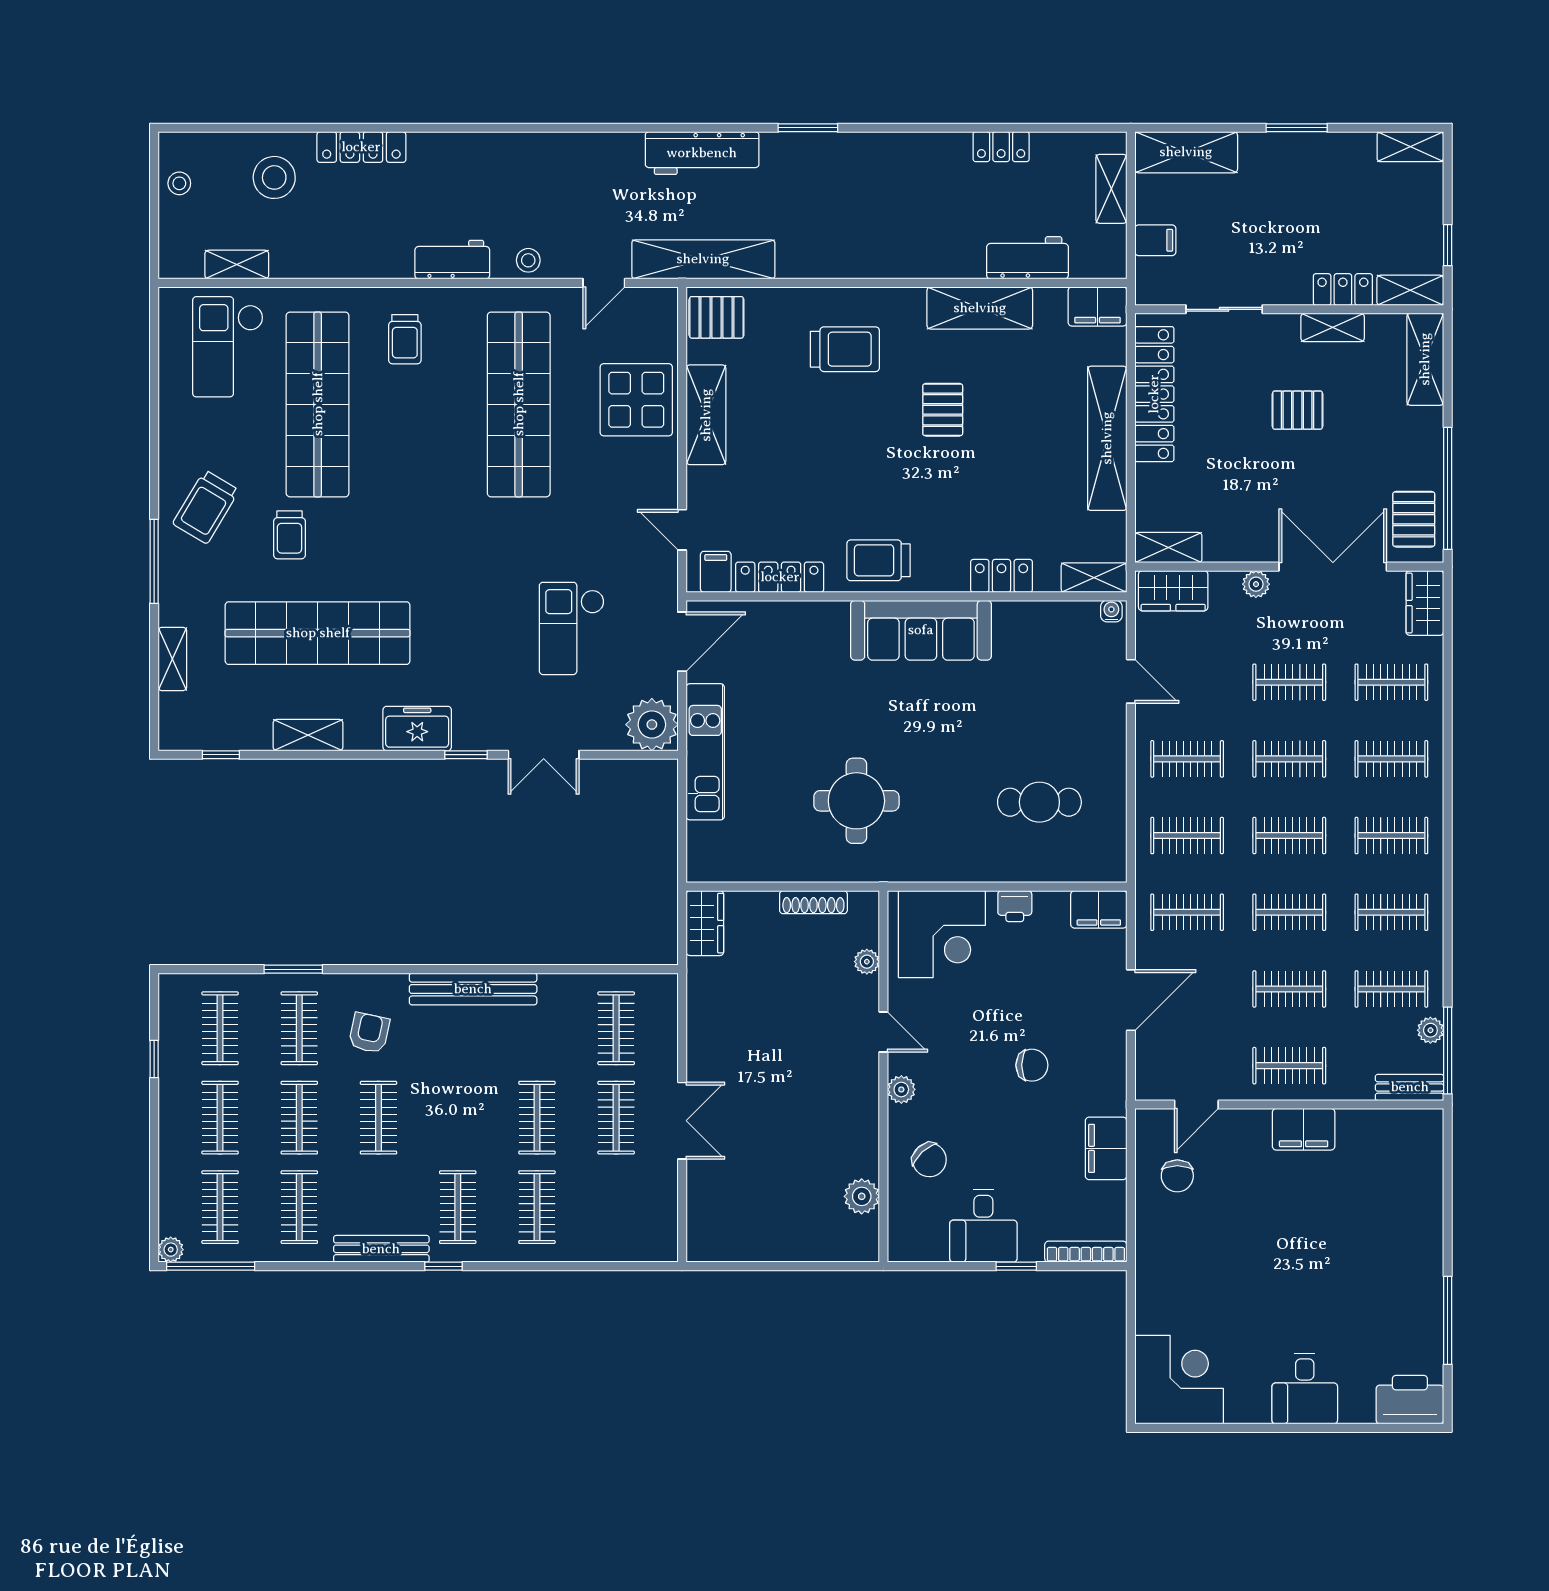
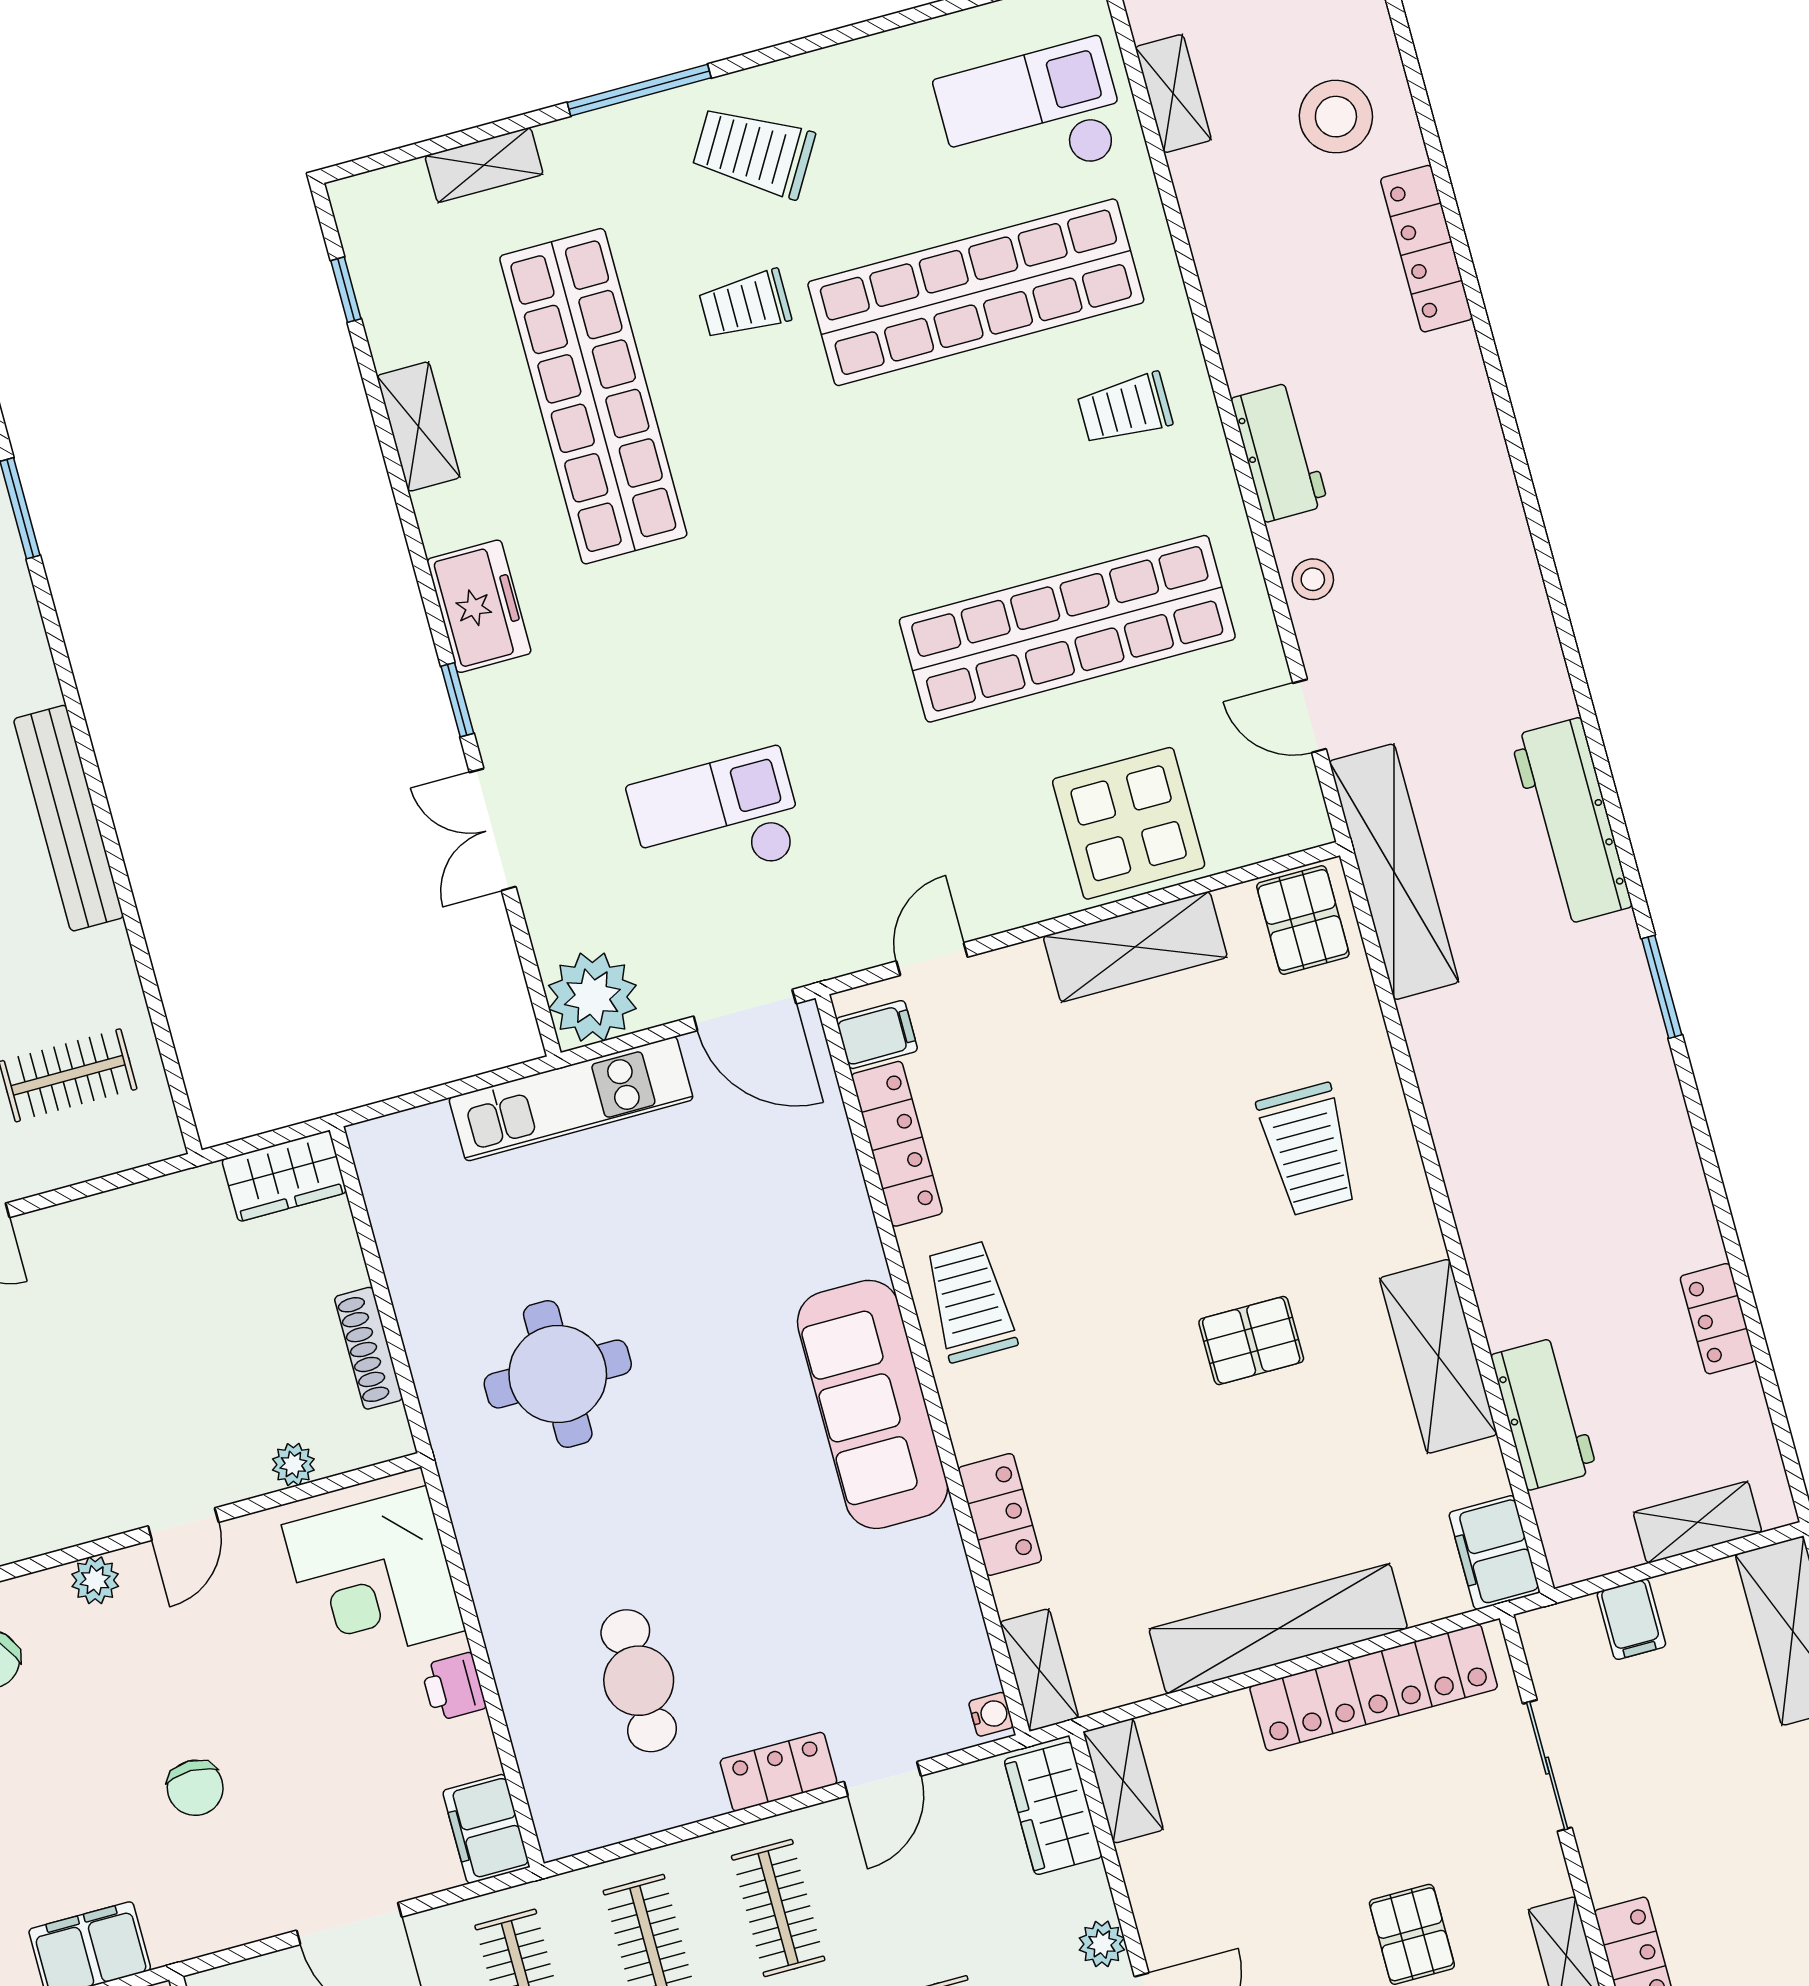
locker: (1111, 738) -> (778, 1772), added

